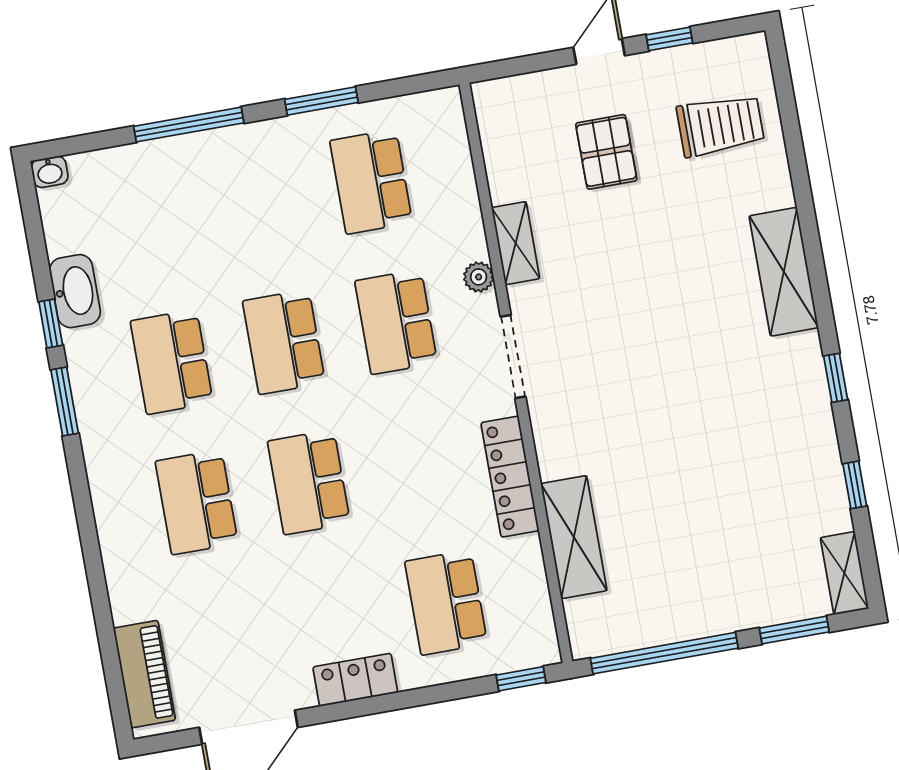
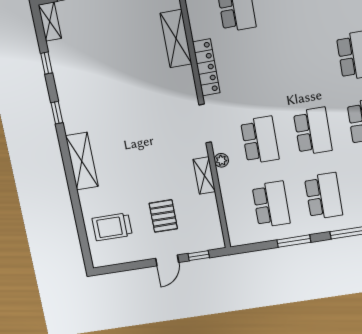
window: (669, 39) -> (199, 256), moved
school desk: (309, 482) -> (324, 196), moved

